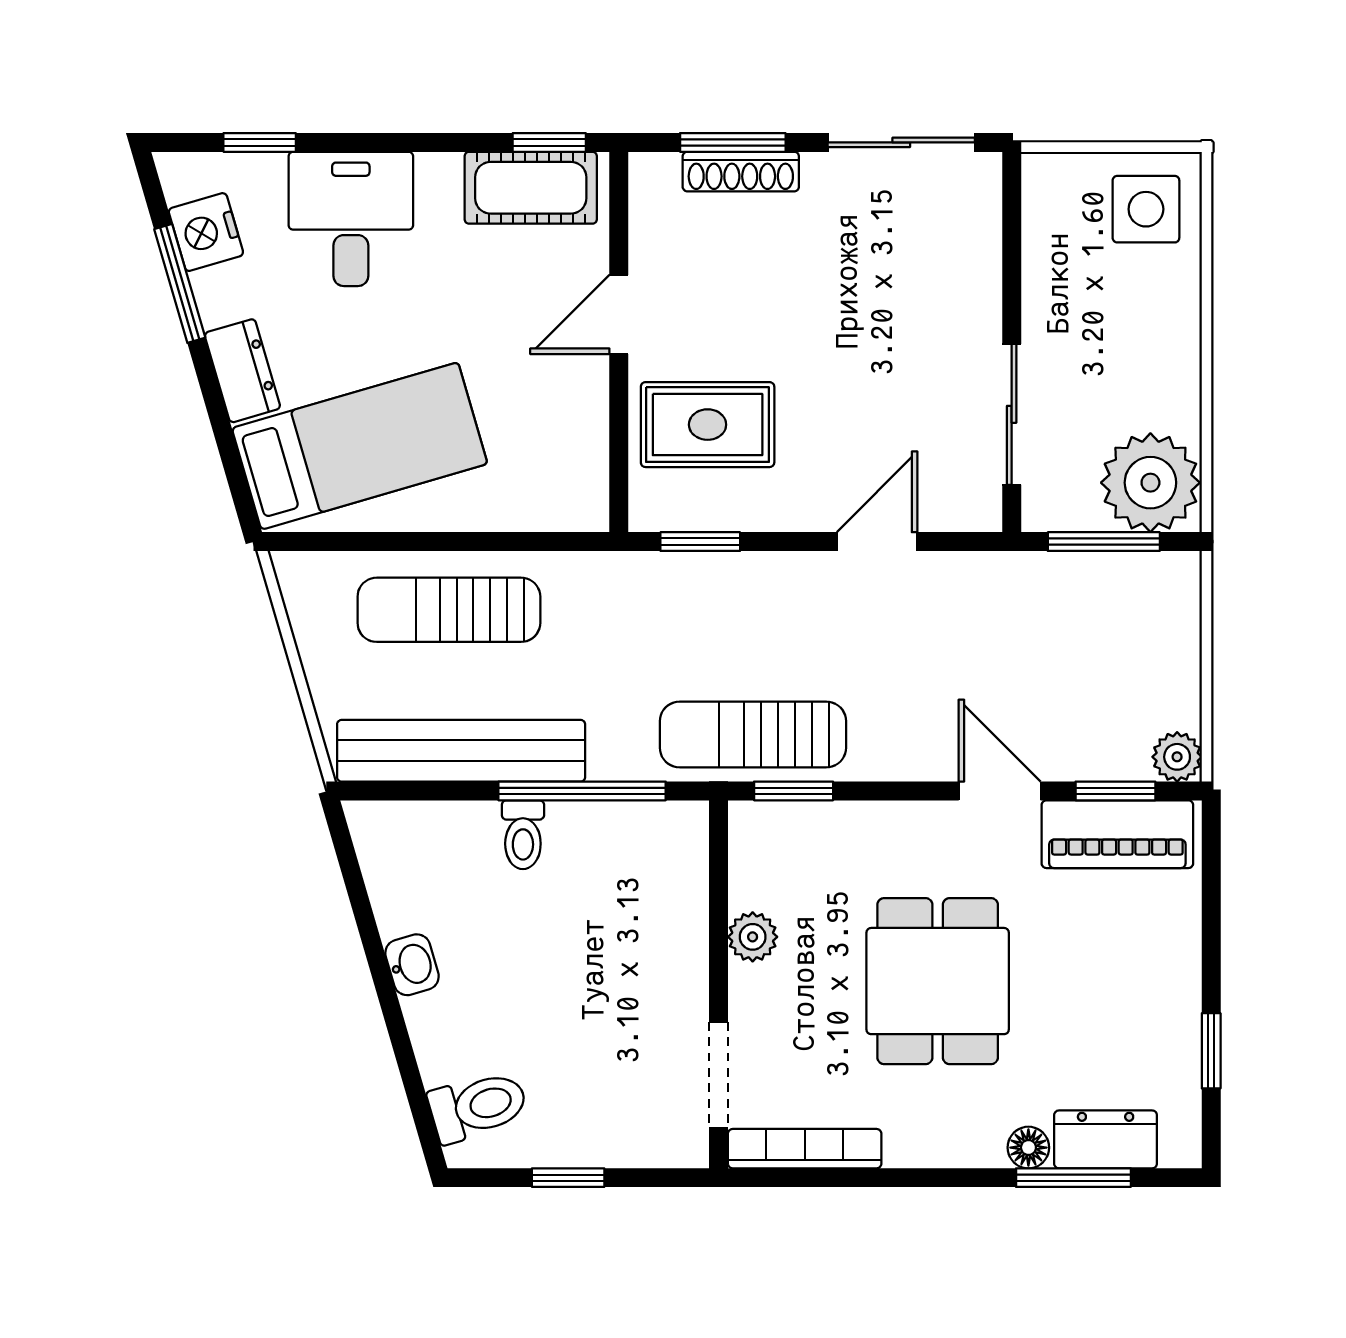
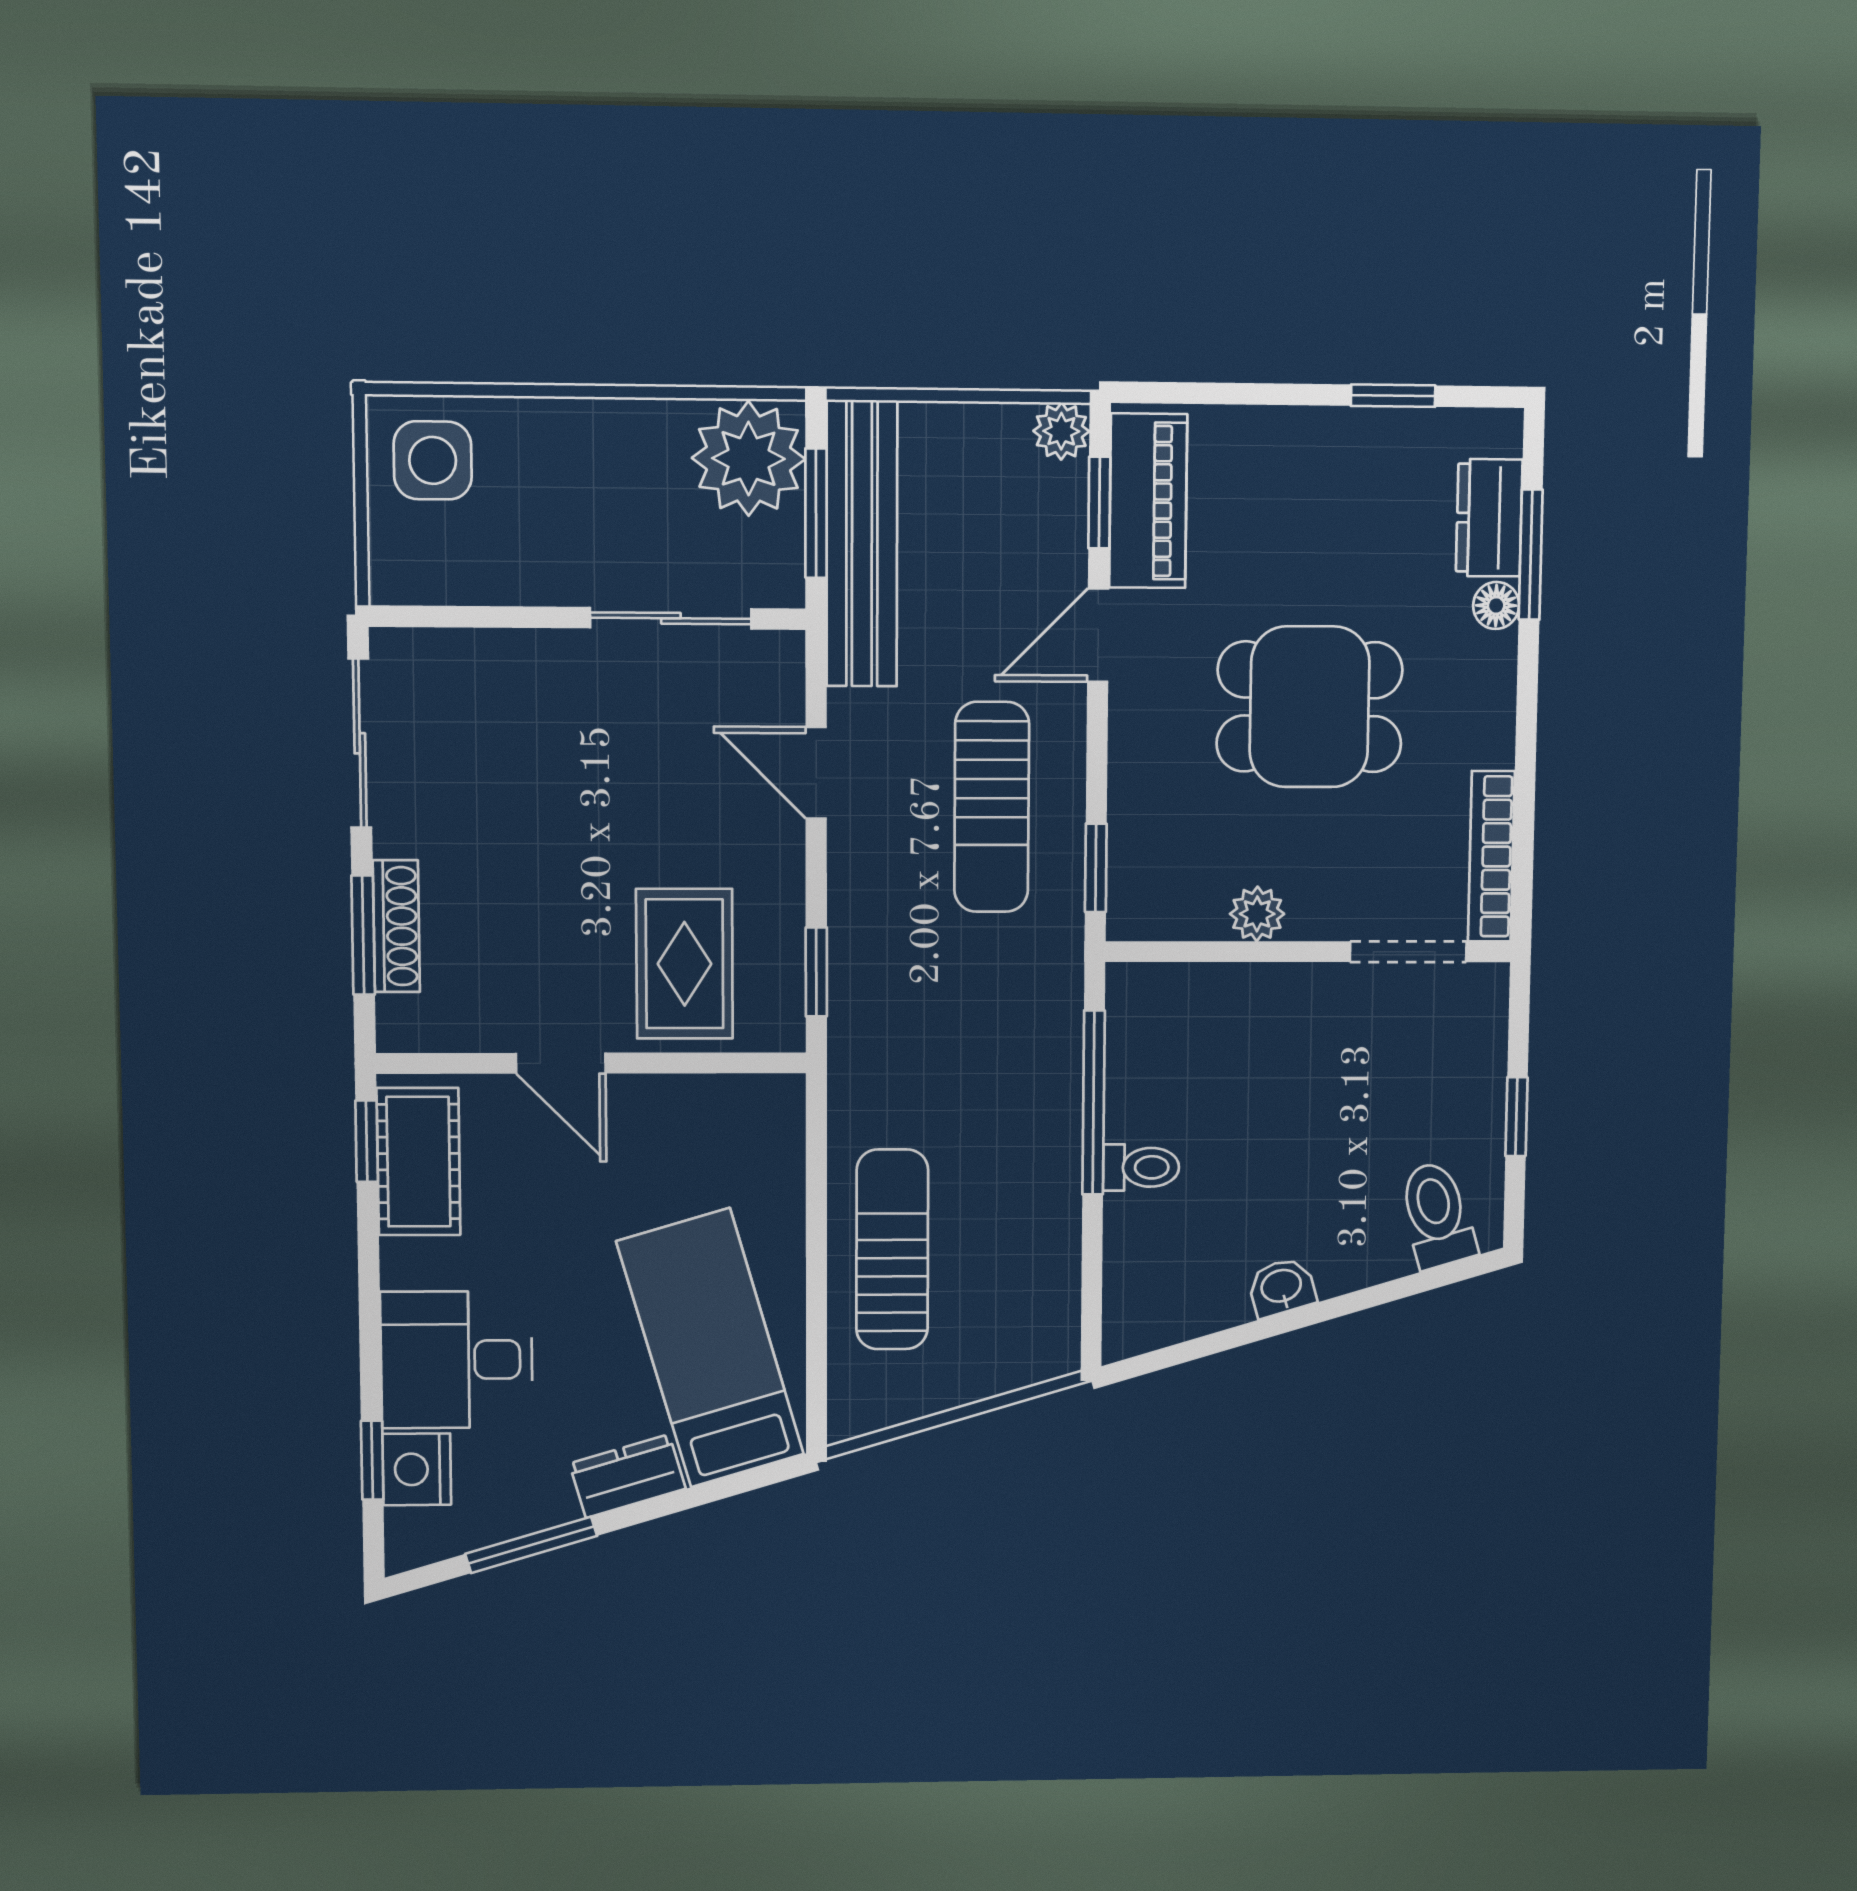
nightstand: (206, 232) -> (417, 1469), moved, turned 106
sun lounger: (449, 610) -> (892, 1250), turned 180
sun lounger: (753, 734) -> (992, 807), moved
bench: (461, 751) -> (862, 544), moved

